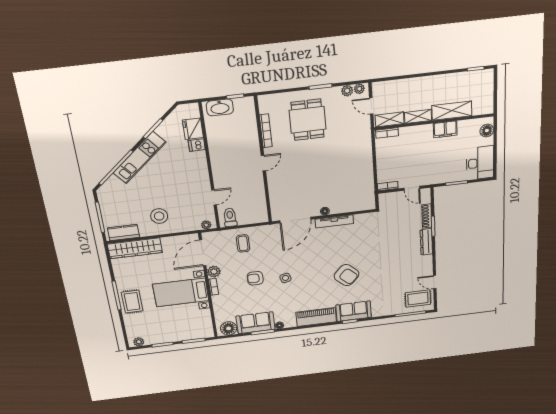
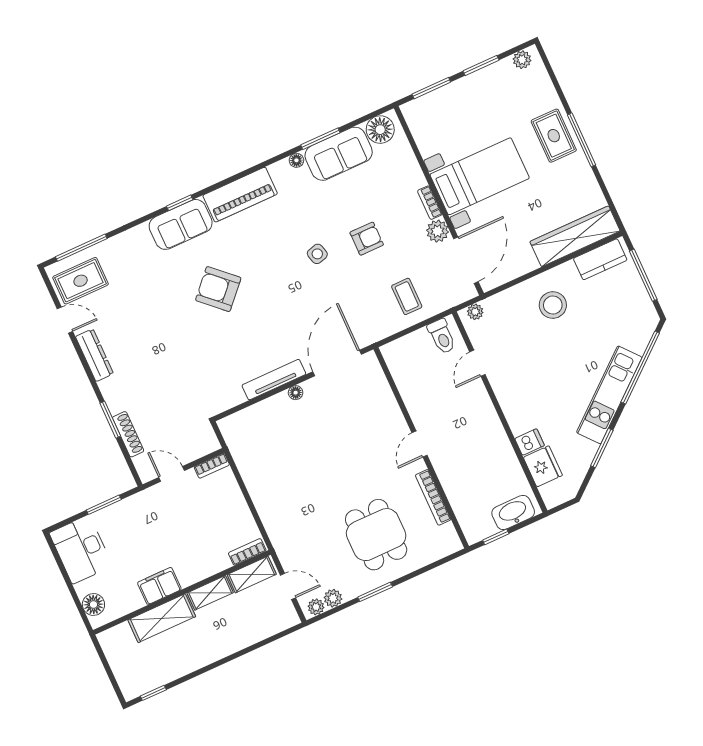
dresser: (426, 242) -> (94, 355), moved

